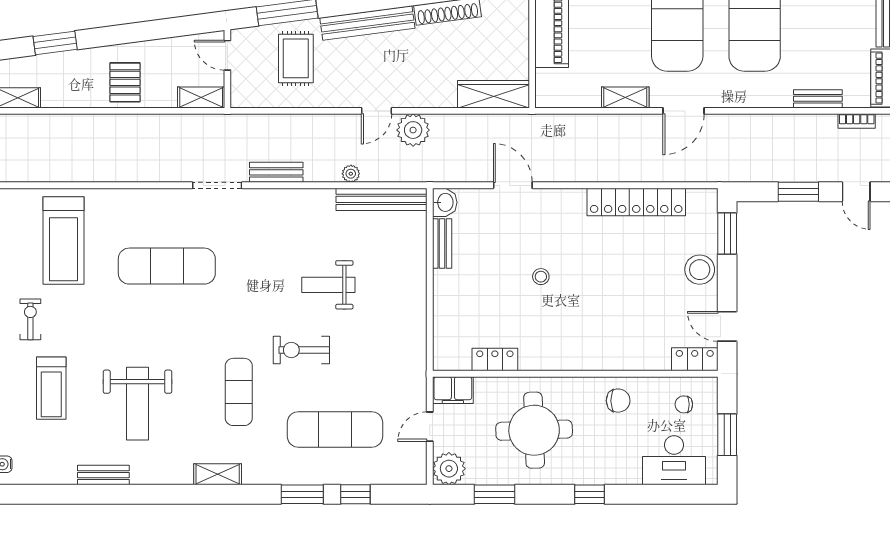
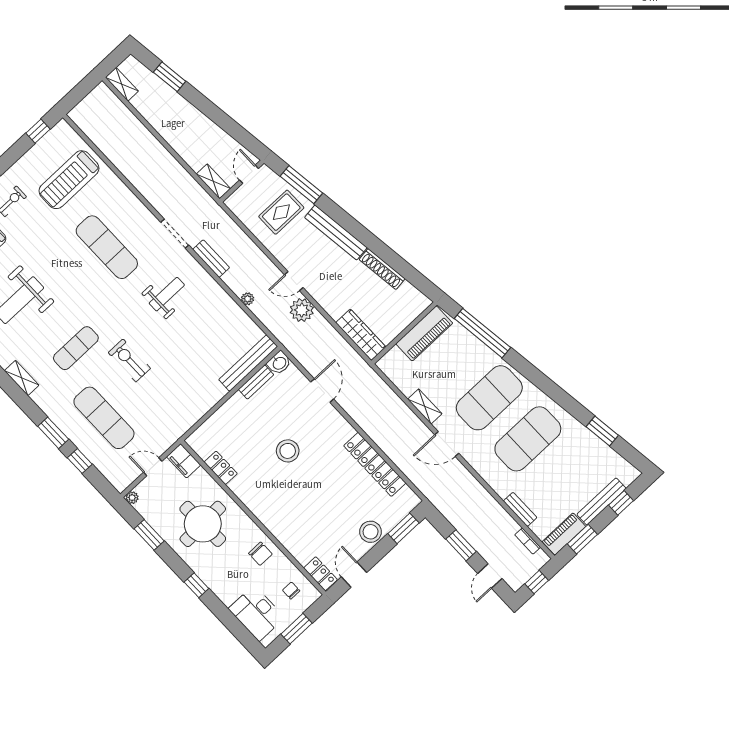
pallet: (125, 82) -> (183, 133), removed
bench: (382, 199) -> (248, 363), moved, turned 90
stool: (541, 277) -> (288, 451), width x1.89, depth x1.89
weight bench: (328, 285) -> (167, 294), moved, turned 90
plant: (449, 469) -> (132, 498), width x0.53, depth x0.53

